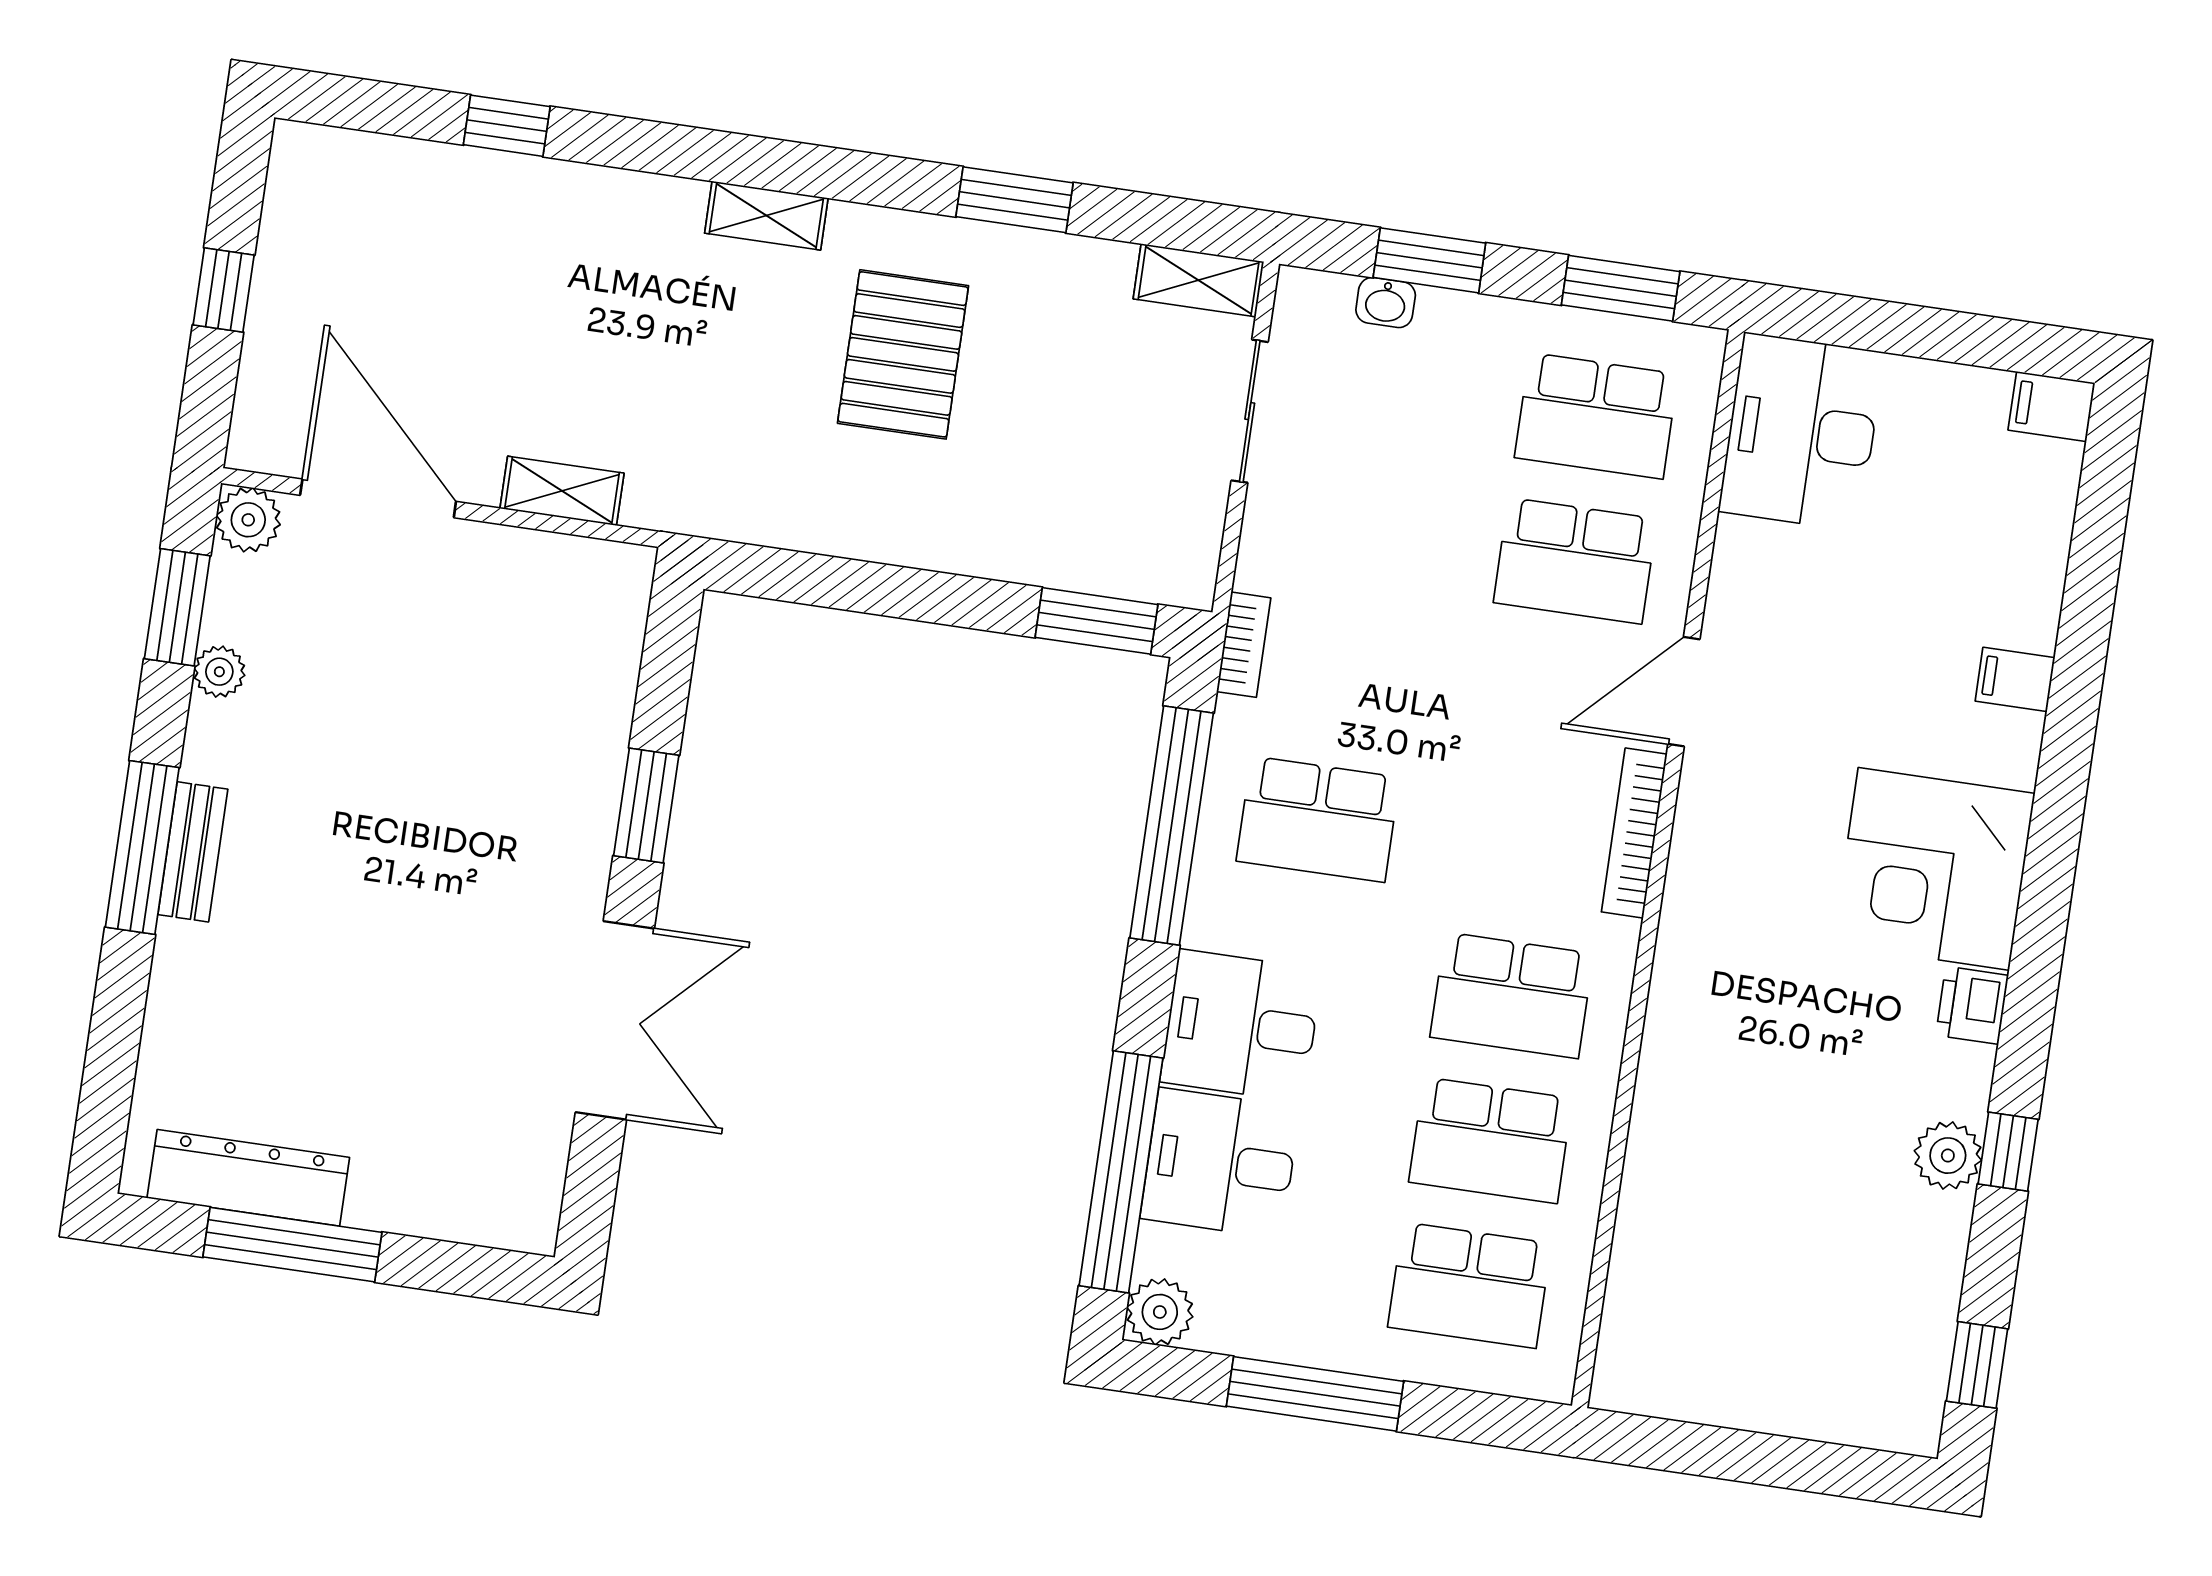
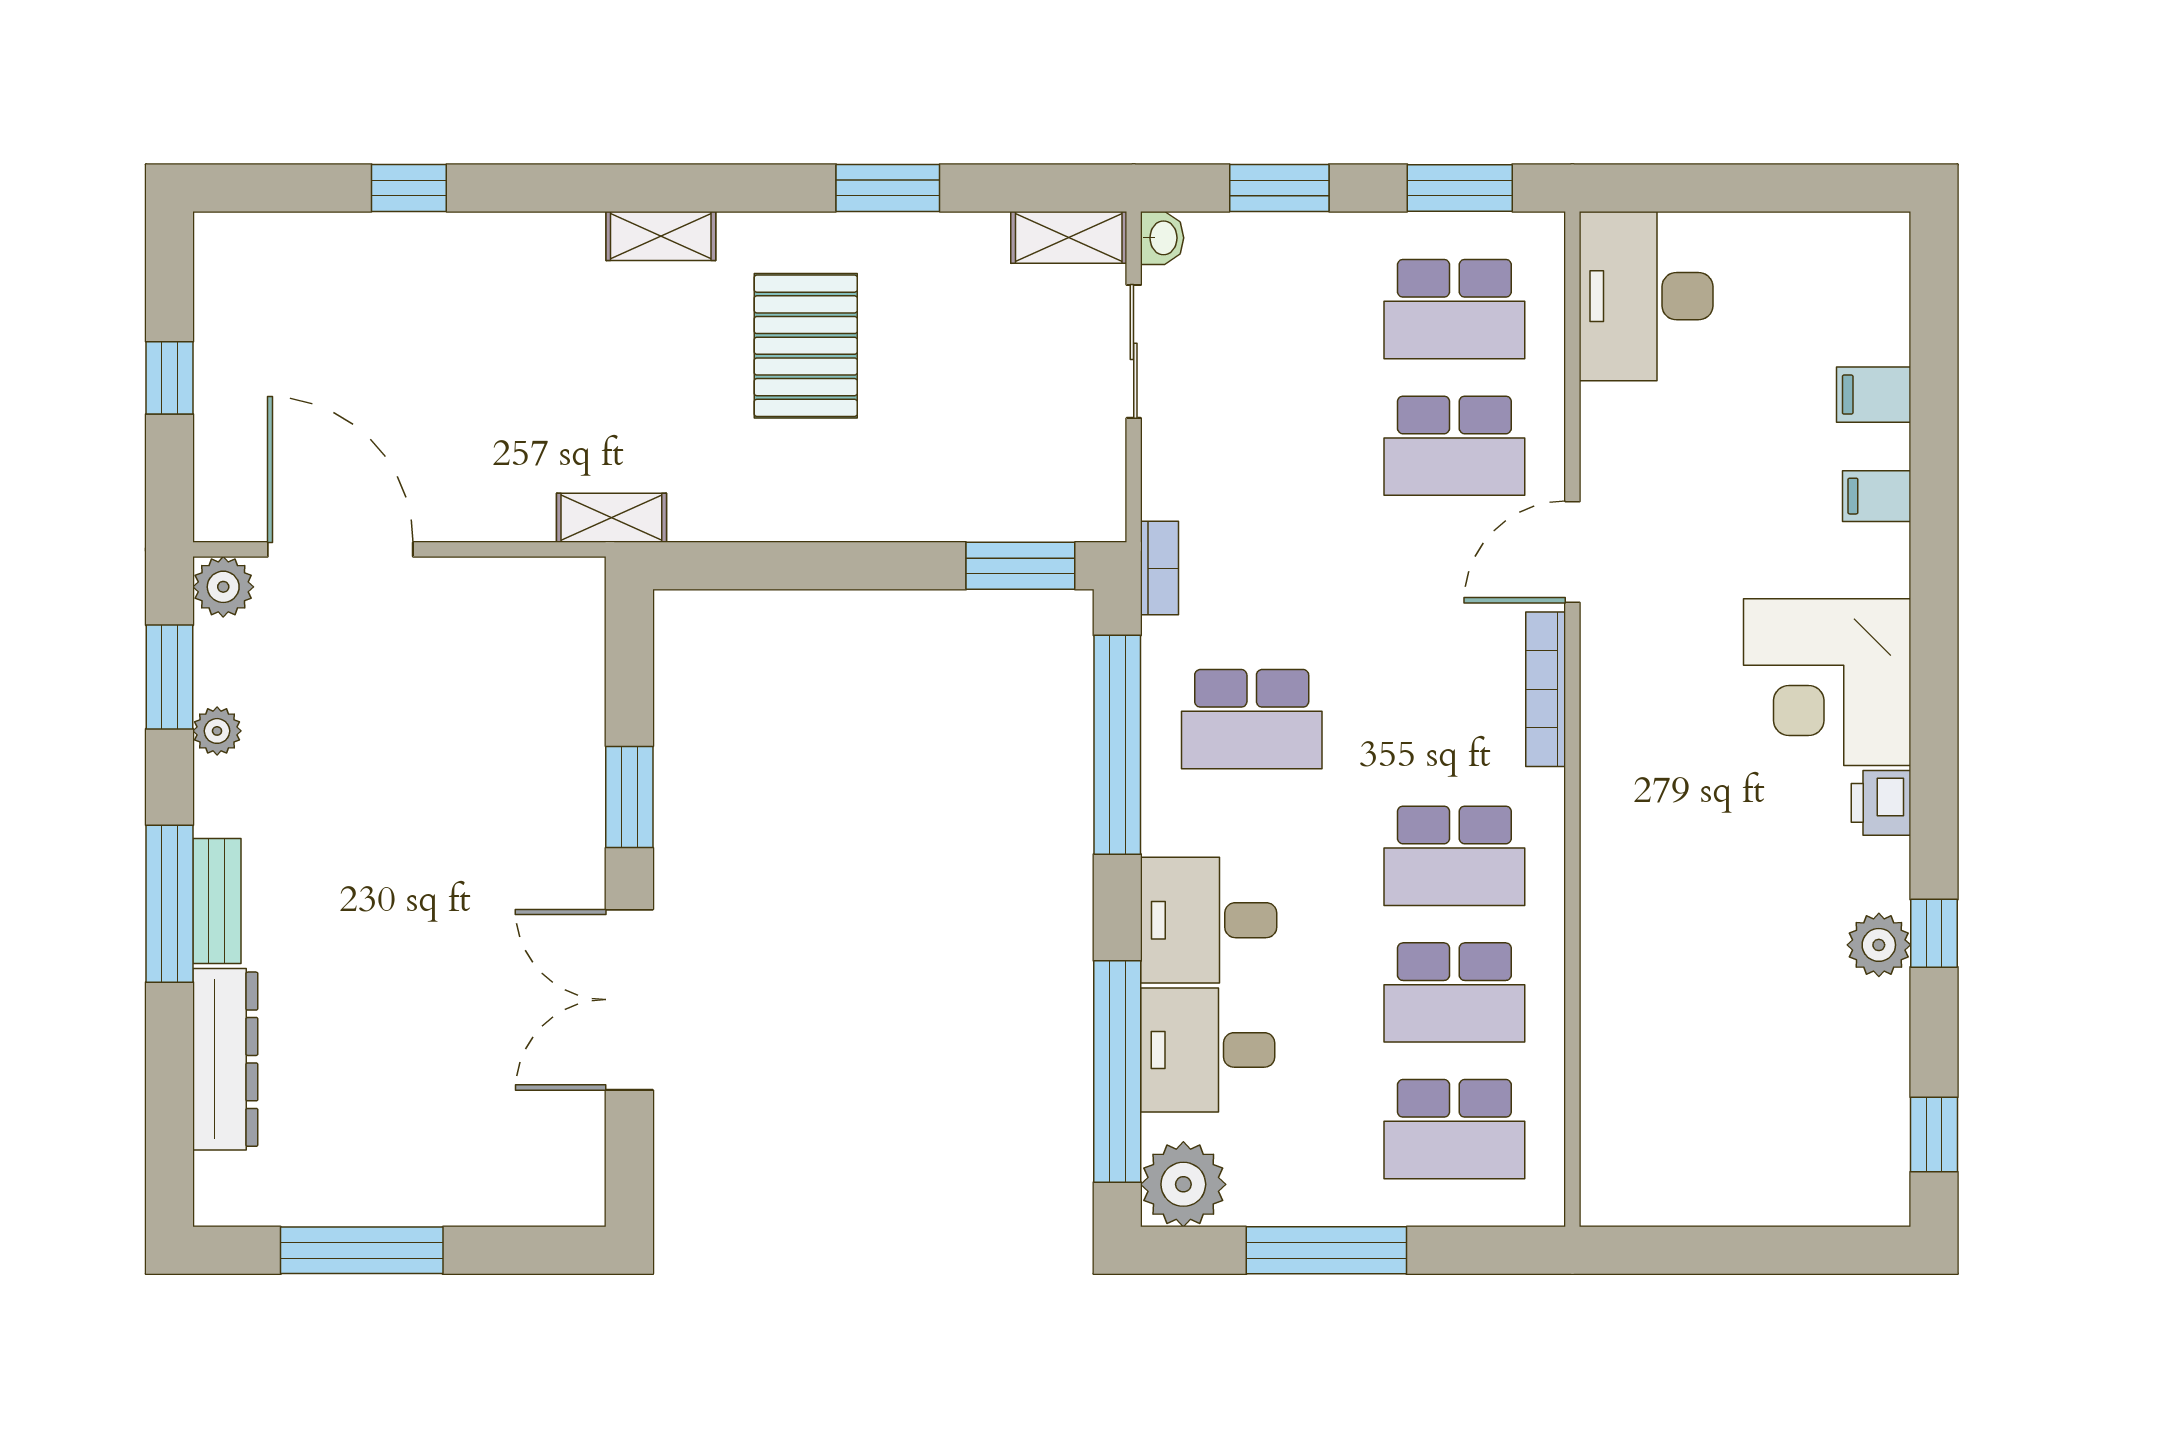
washbasin: (1386, 303) -> (1162, 238), moved, turned -90
filing cabinet: (2051, 406) -> (1874, 395), moved
shelving: (562, 491) -> (611, 518), moved
double door: (615, 1020) -> (629, 1000), swing flipped
dresser: (248, 1178) -> (225, 1059), moved, turned 90
plant: (1160, 1312) -> (1183, 1184), width x1.36, depth x1.36

